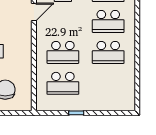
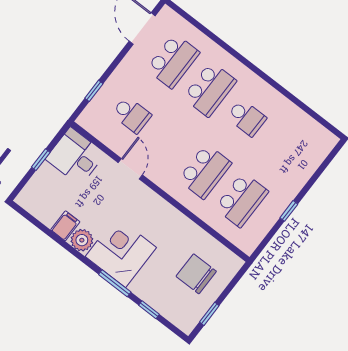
school desk: (108, 52) -> (246, 118), width x0.54

